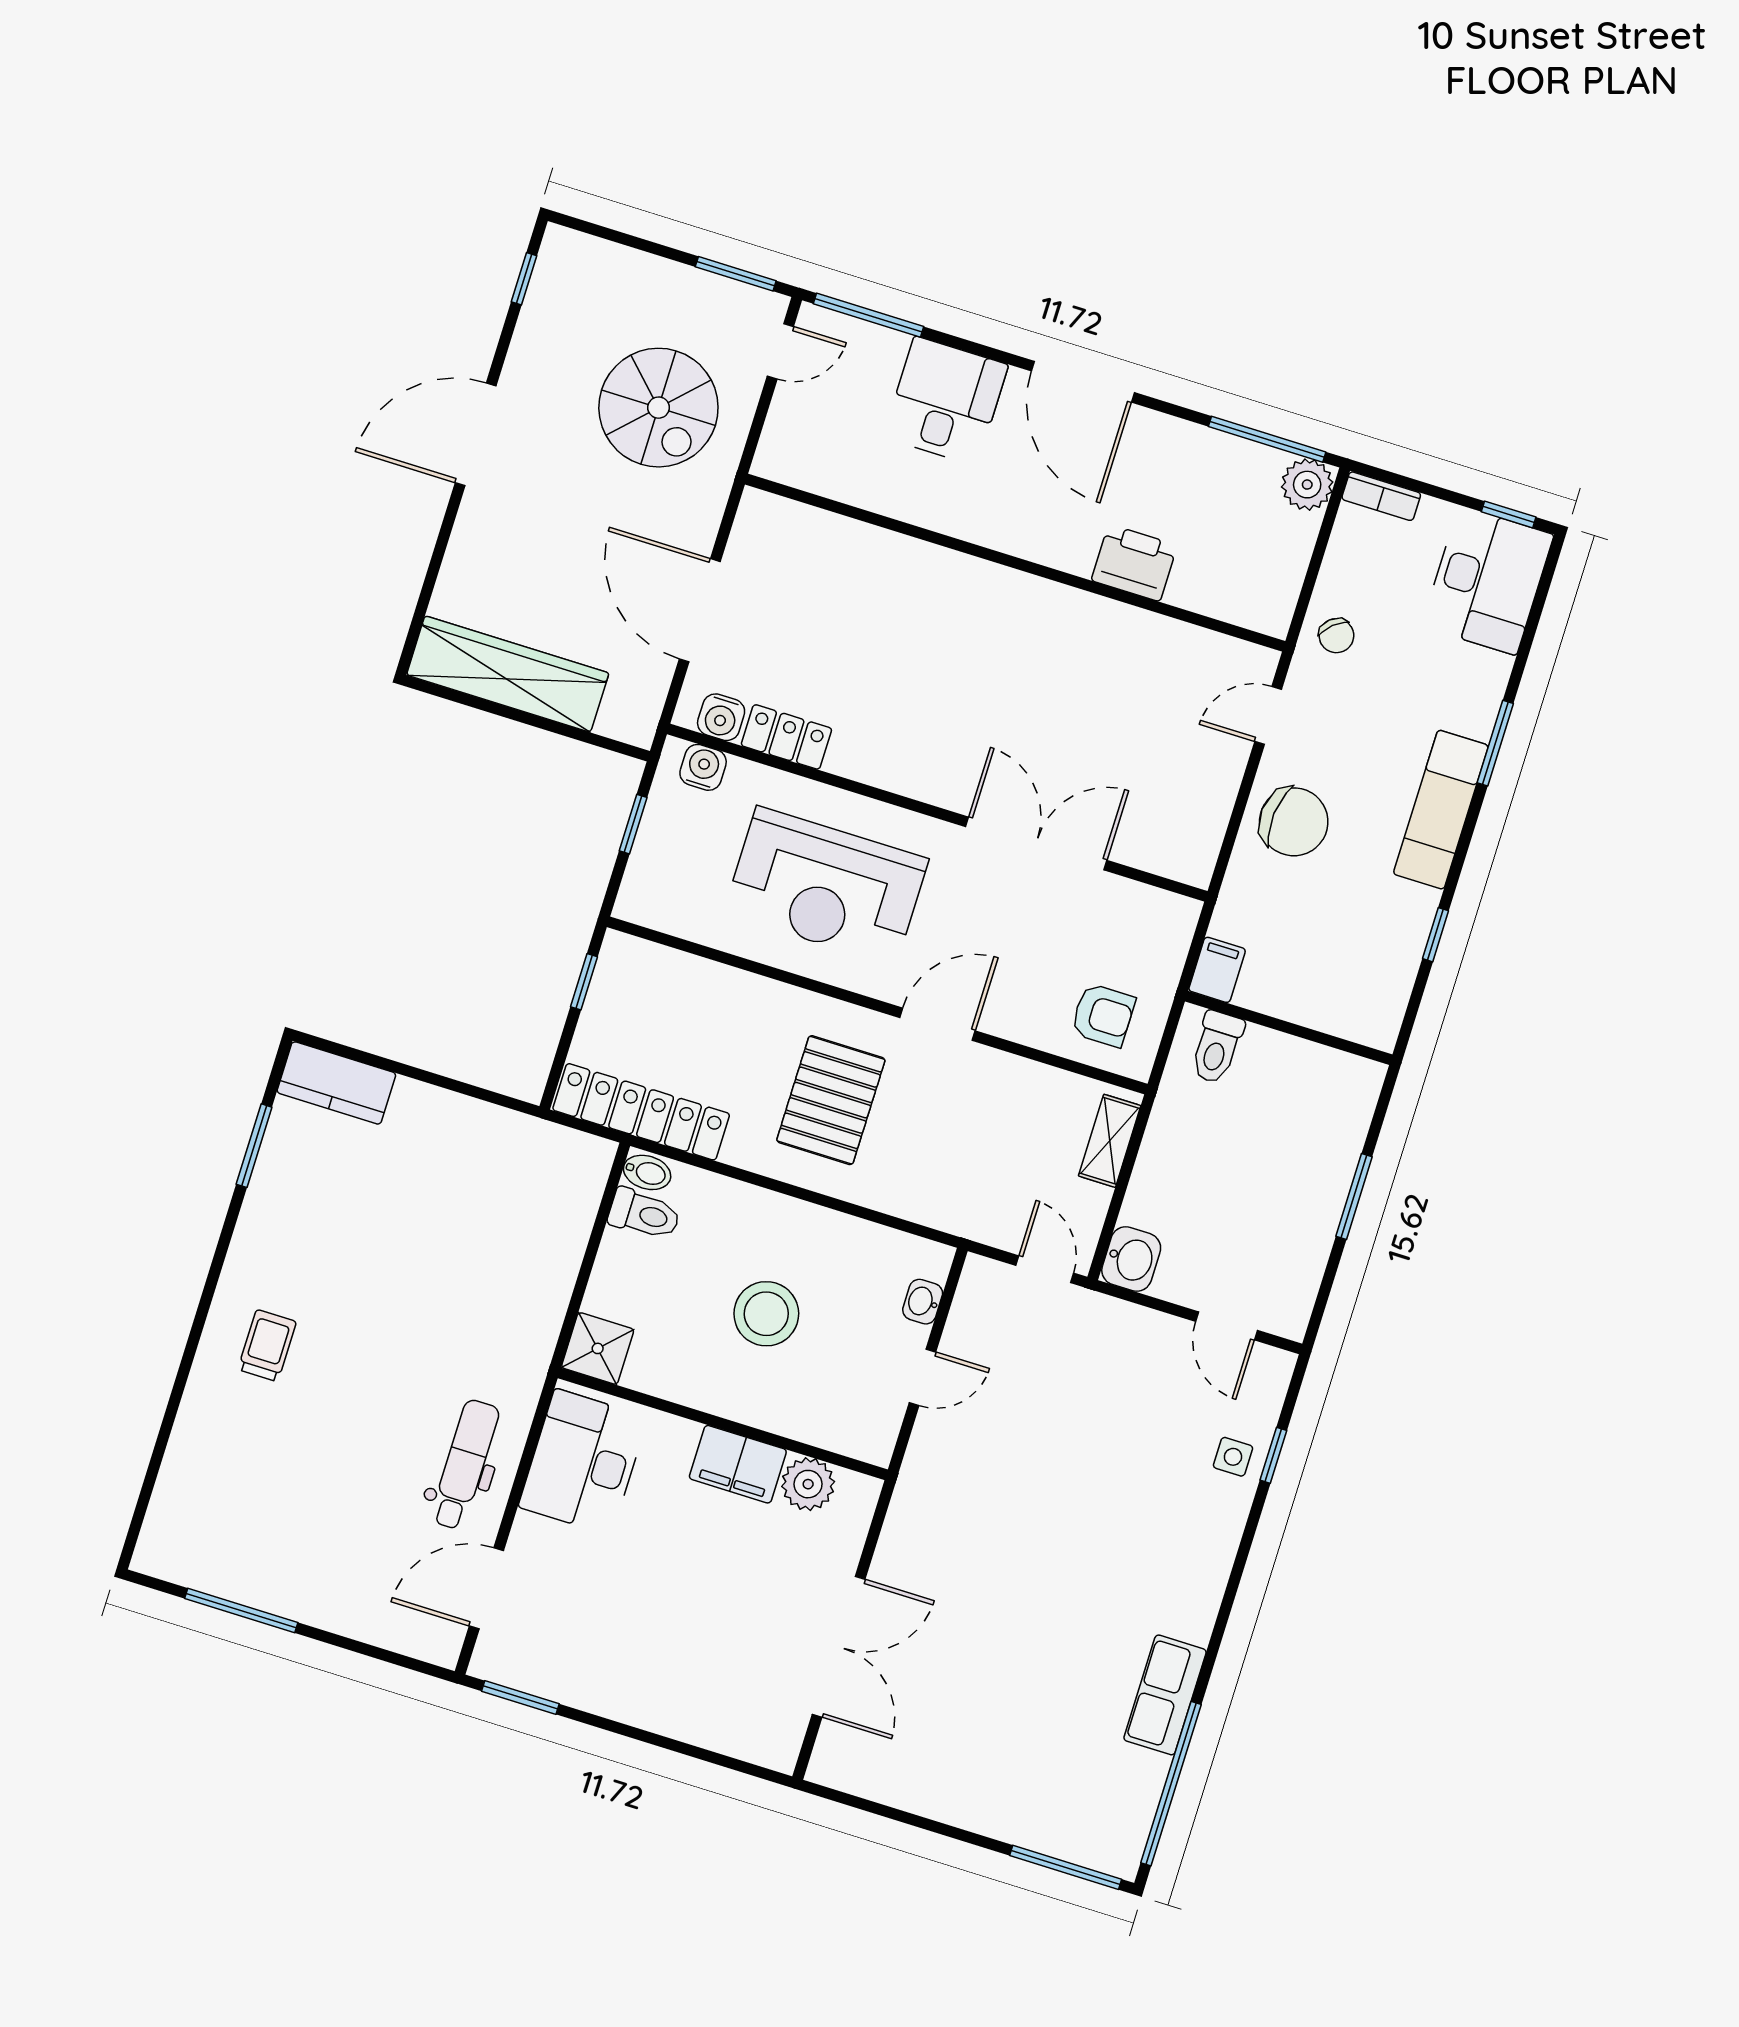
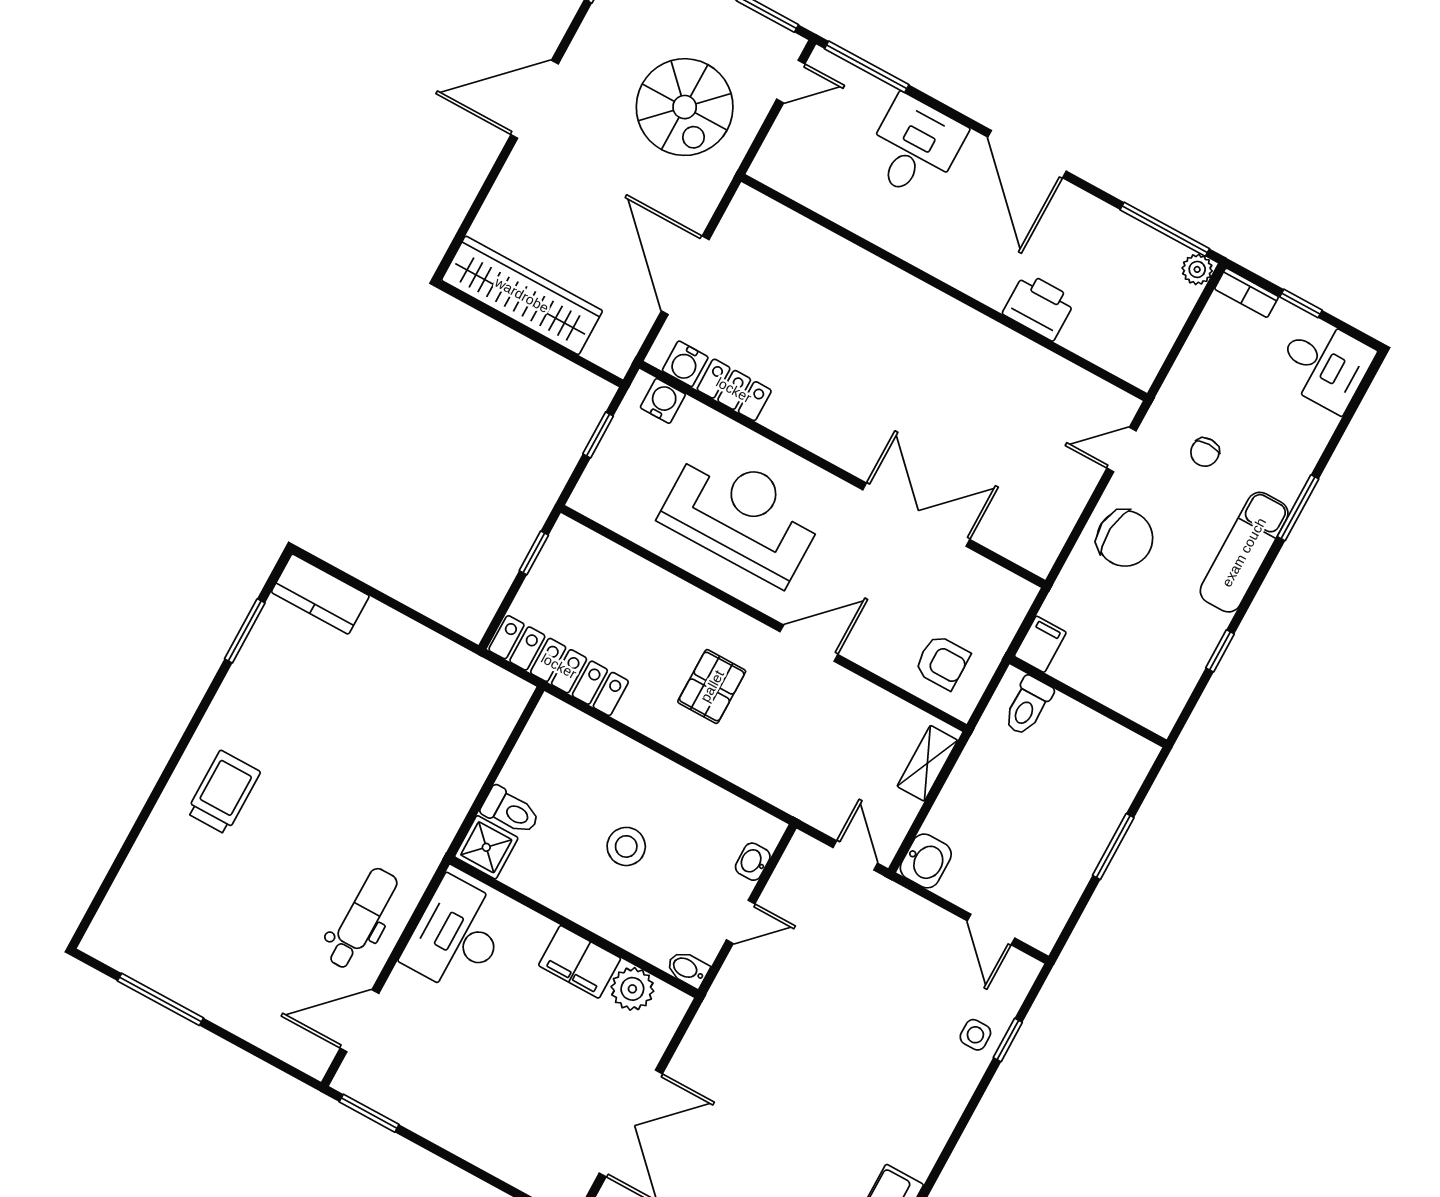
plant: (1307, 485) -> (1197, 269), width x0.73, depth x0.73
window: (1509, 514) -> (1301, 304), moved
desk: (1488, 580) -> (1325, 365), width x0.73
chair: (1336, 636) -> (1205, 452), moved, turned 41
reception desk: (826, 886) -> (742, 515), turned 180
pallet: (831, 1100) -> (712, 686), width x0.67, depth x0.71
bidet: (647, 1172) -> (688, 969), moved, turned 180
toilet: (644, 1214) -> (510, 811), moved
stool: (766, 1314) -> (626, 846), width x0.73, depth x0.73
trolley: (267, 1346) -> (223, 792), width x1.36, depth x1.39

